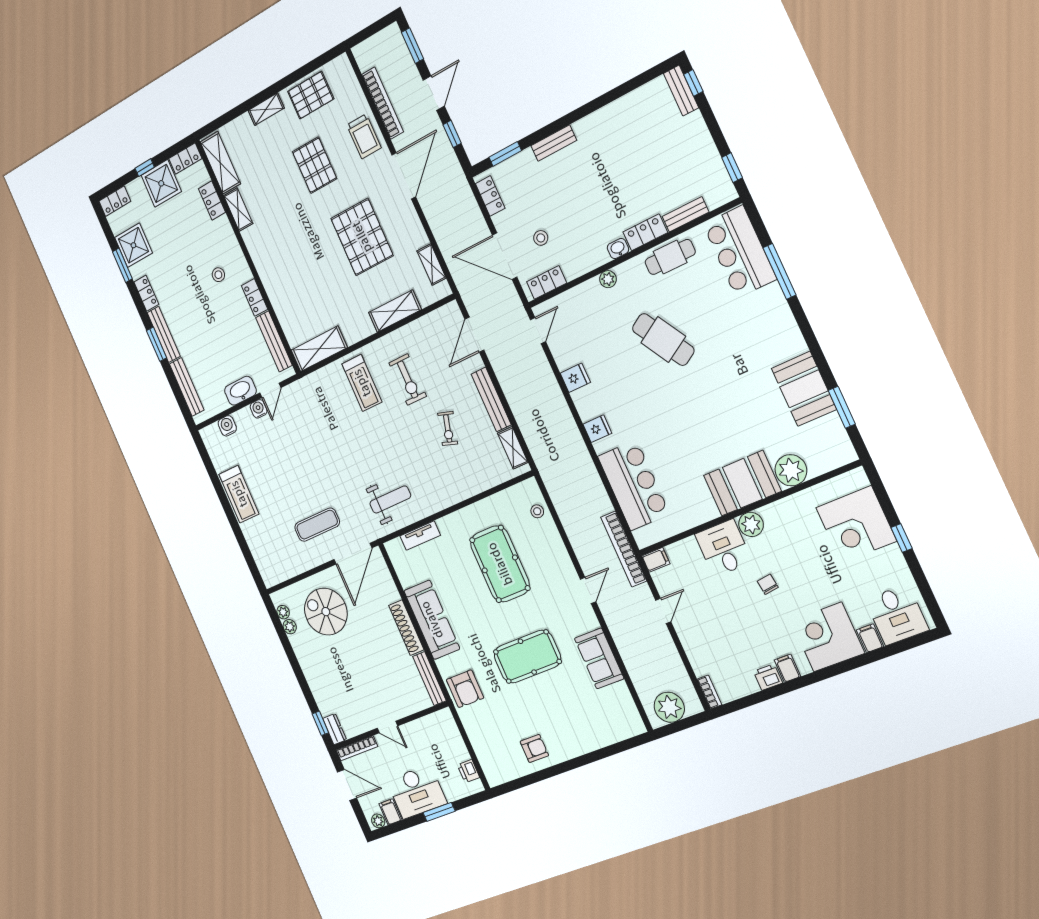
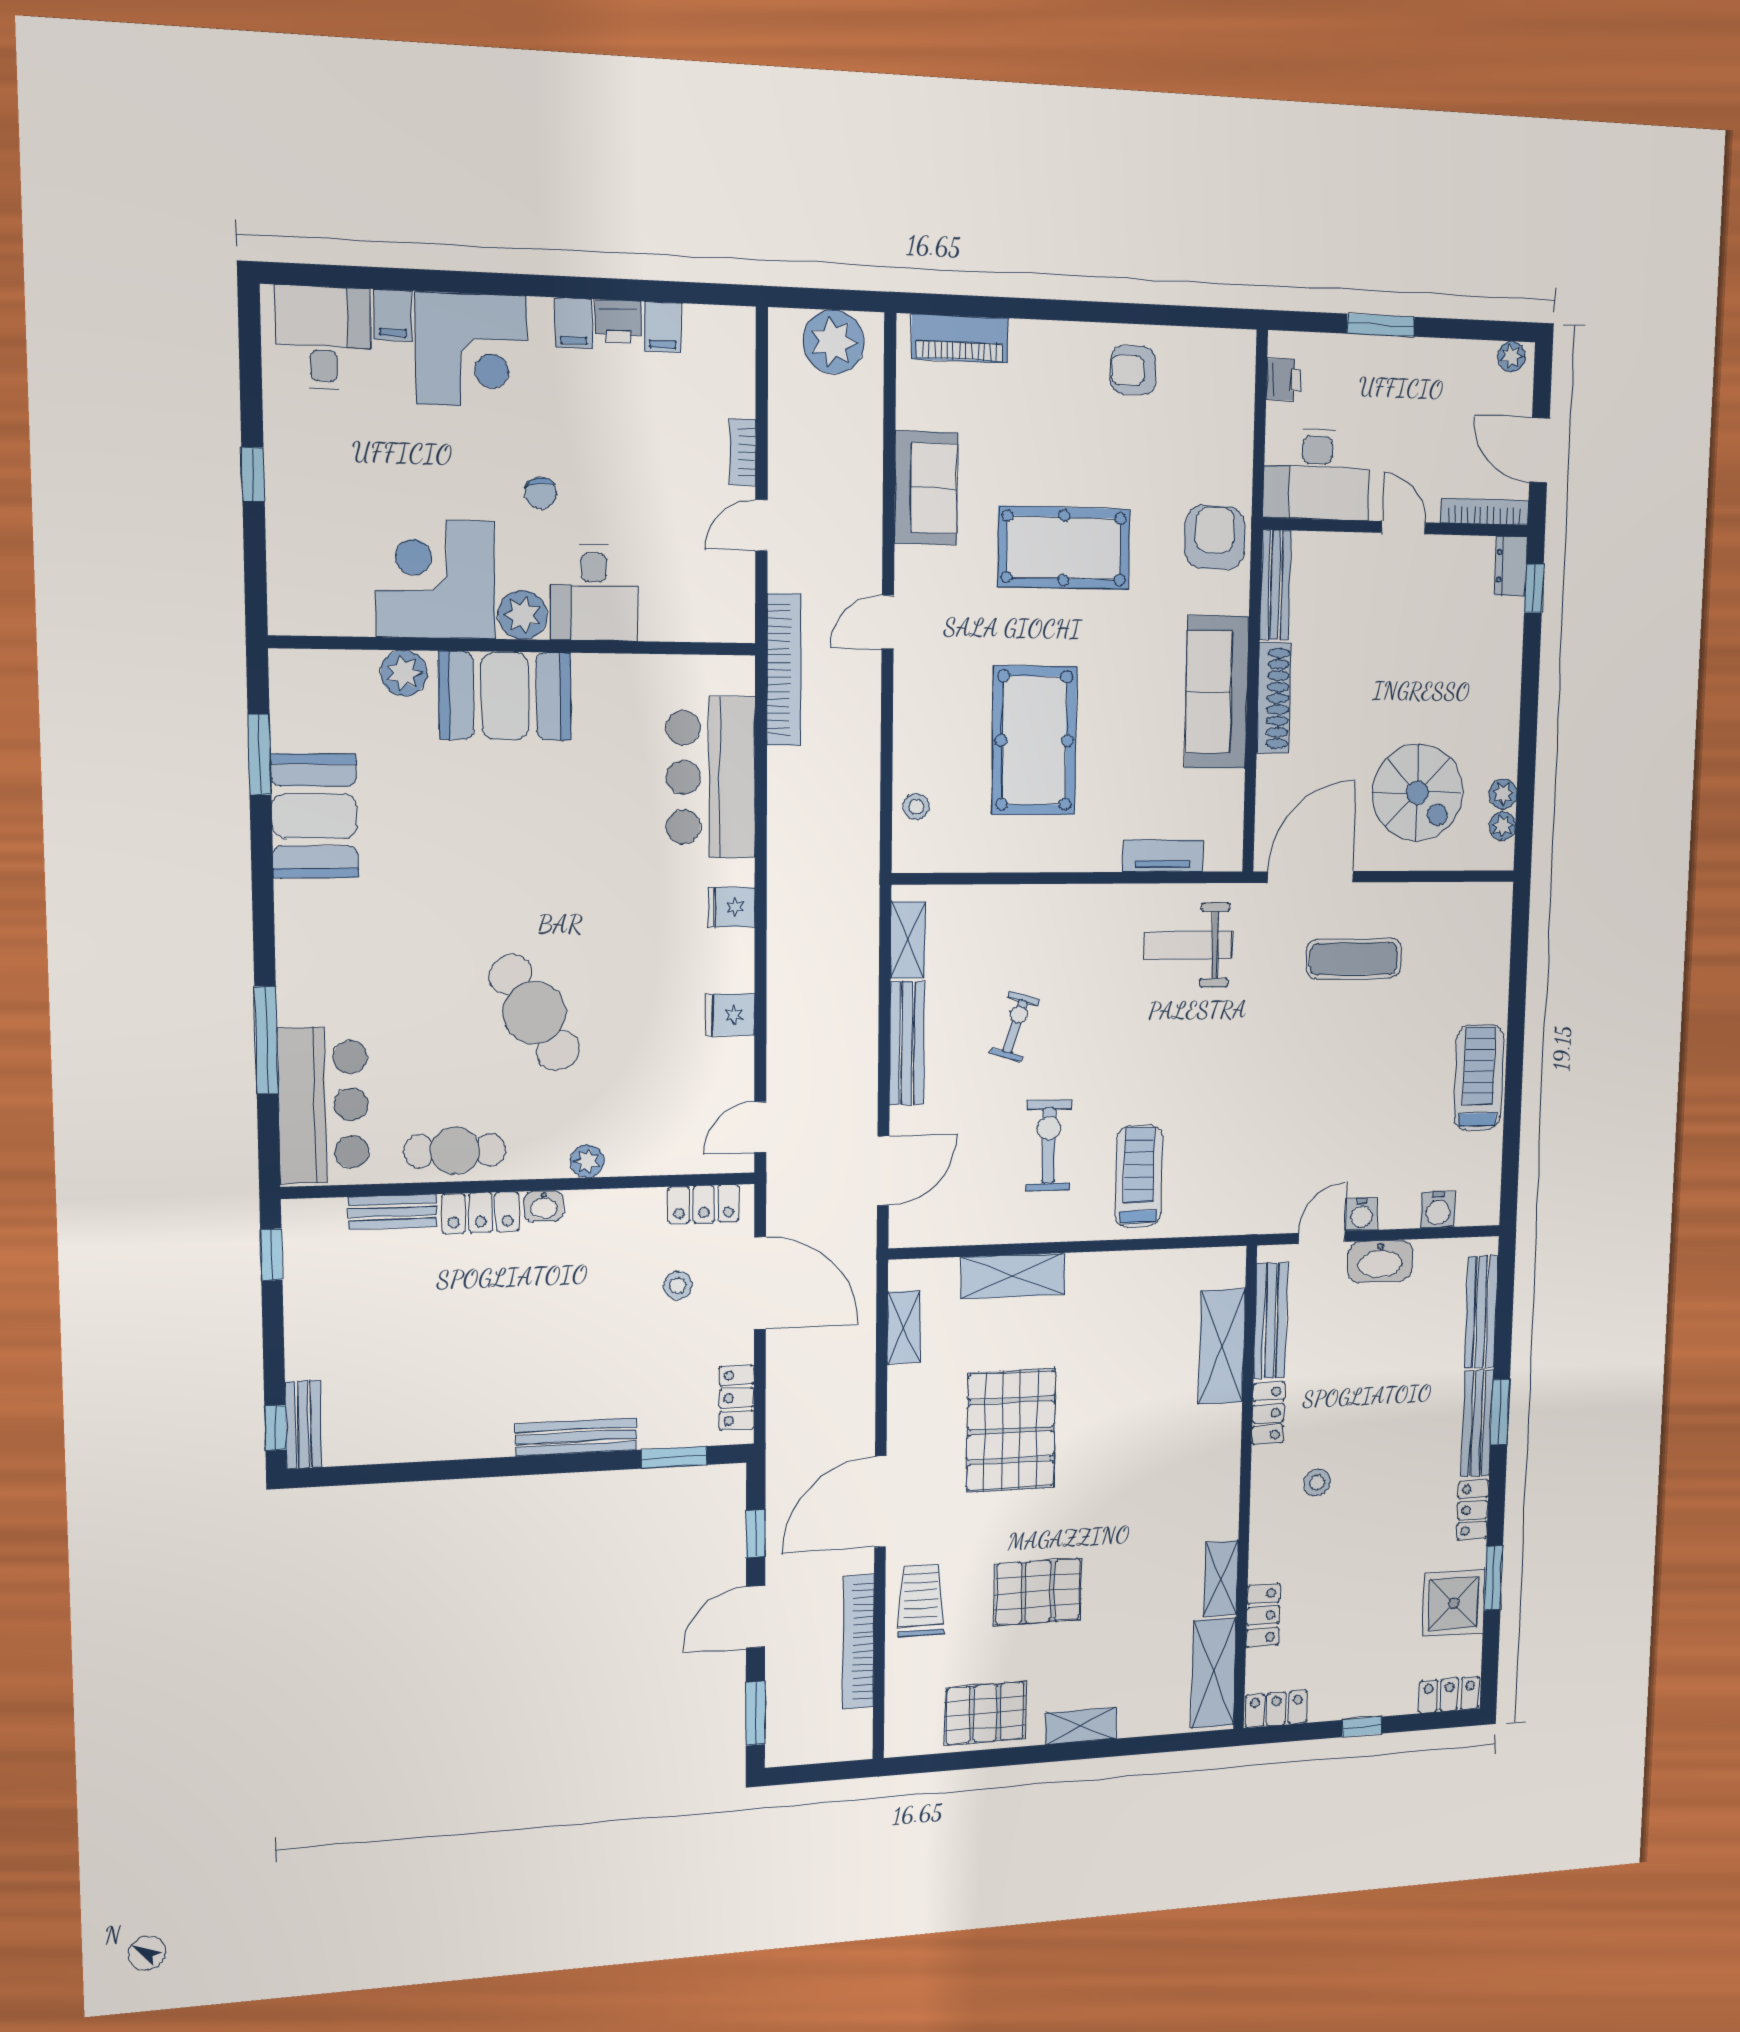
bench: (554, 143) -> (576, 1437), width x1.36
pallet: (315, 165) -> (1038, 1592), turned 90
shower: (161, 183) -> (1344, 1687), removed
shelving: (319, 349) -> (1222, 1347), moved, turned 90
plant: (791, 470) -> (404, 673), width x0.73, depth x0.73
corner desk: (856, 524) -> (435, 579), moved, turned -90
filing cabinet: (656, 560) -> (663, 327), moved, turned -90
bookcase: (709, 692) -> (743, 452), moved
piano: (615, 732) -> (960, 339), added
desk: (417, 792) -> (1317, 474), moved, turned 180
filing cabinet: (390, 812) -> (1478, 364), removed

